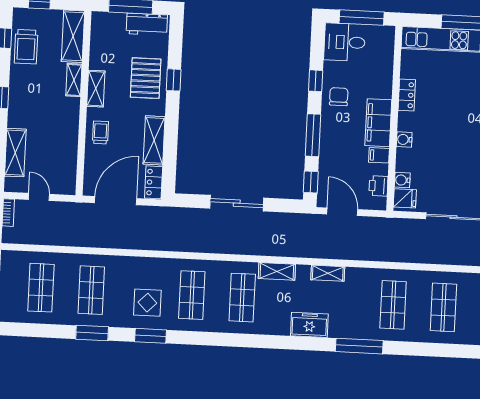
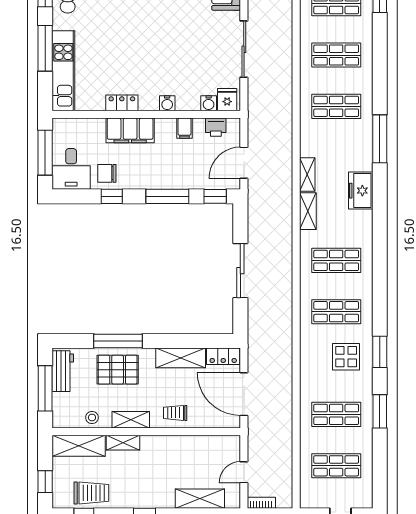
stool: (100, 51) -> (92, 417), added
window: (174, 80) -> (118, 341), width x2.17
chair: (339, 97) -> (107, 173), moved
filing cabinet: (378, 123) -> (130, 130), moved
shelving: (277, 271) -> (308, 211), moved

